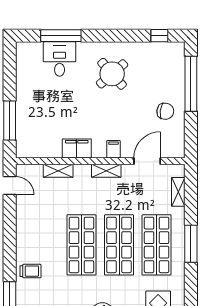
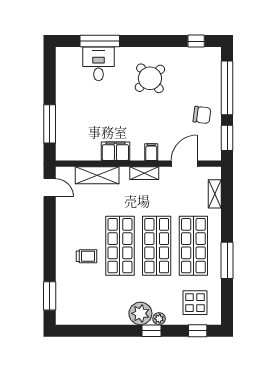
window: (191, 135) -> (227, 138), added
shelving: (58, 171) -> (97, 175), width x1.50, depth x1.33
window: (191, 244) -> (227, 260), moved
trolley: (30, 271) -> (87, 256), moved

